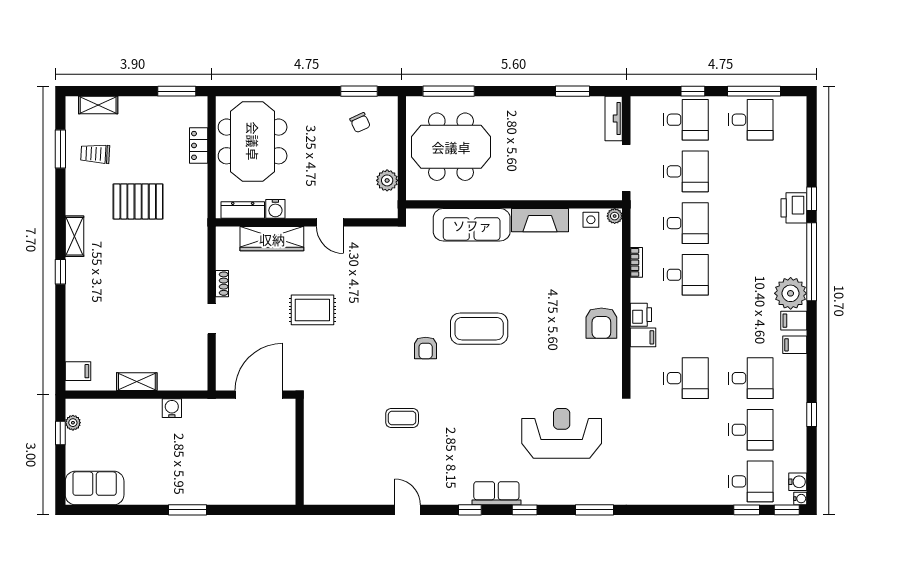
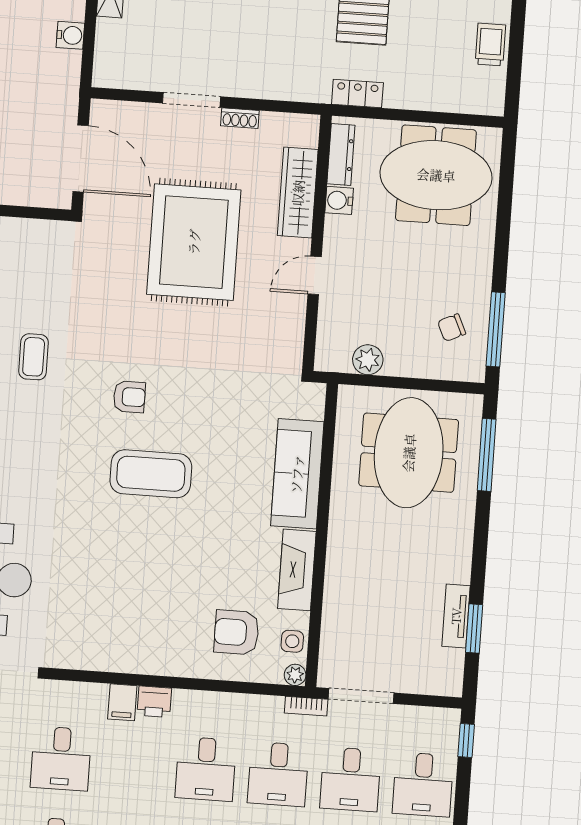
window: (177, 91) -> (514, 74), removed
window: (359, 91) -> (496, 329), width x1.44
window: (693, 91) -> (466, 741), moved
trolley: (157, 109) -> (490, 44), added
tv unit: (614, 118) -> (456, 616), moved, turned -90
locker: (199, 145) -> (357, 93), moved
bookcase: (636, 262) -> (306, 706), moved
rug: (312, 310) -> (194, 242), width x1.86, depth x2.06
doorway: (212, 319) -> (192, 100), width x1.38
armchair: (601, 323) -> (236, 632), moved
coffee table: (479, 329) -> (151, 474), turned 90
armchair: (426, 348) -> (129, 397), turned 180

